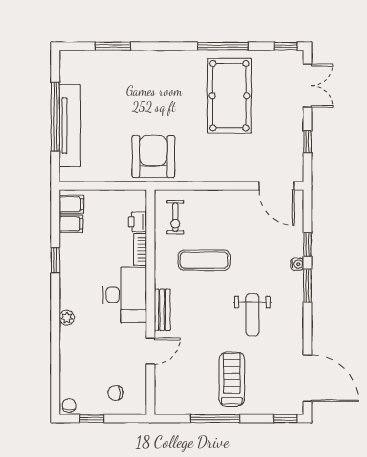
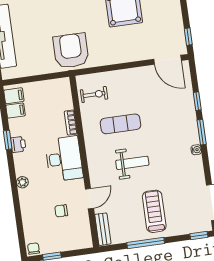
window: (307, 142) -> (188, 37), moved
exercise bike: (175, 217) -> (94, 94), turned -90
printer: (137, 222) -> (18, 144), moved, turned 180
water cooler: (297, 264) -> (196, 150), moved
bench: (162, 310) -> (103, 229), moved
weight bench: (252, 315) -> (132, 163), moved, turned -90
chair: (115, 393) -> (61, 211), moved

